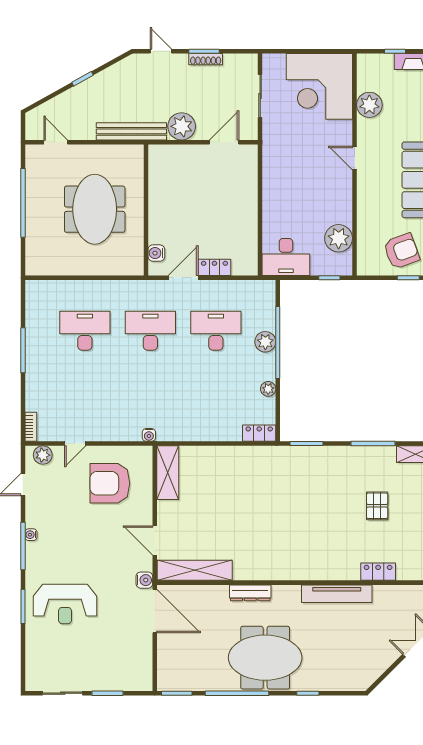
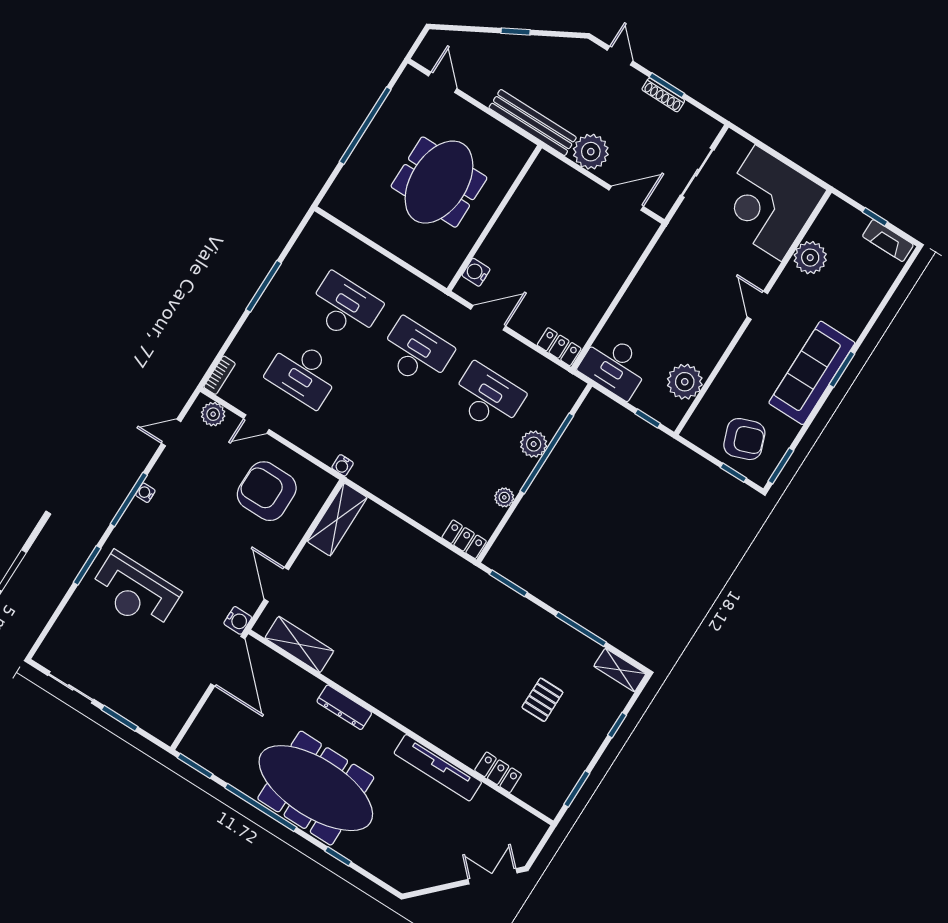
locker: (214, 267) -> (559, 347), moved
desk: (85, 391) -> (303, 373), added
shelving: (195, 570) -> (299, 644), width x0.68
meeting table: (265, 658) -> (316, 788), width x1.36

